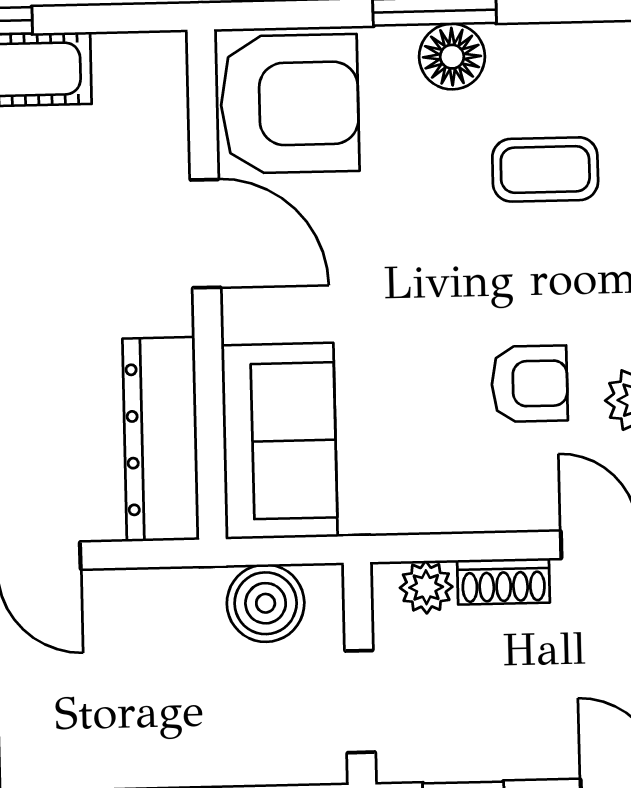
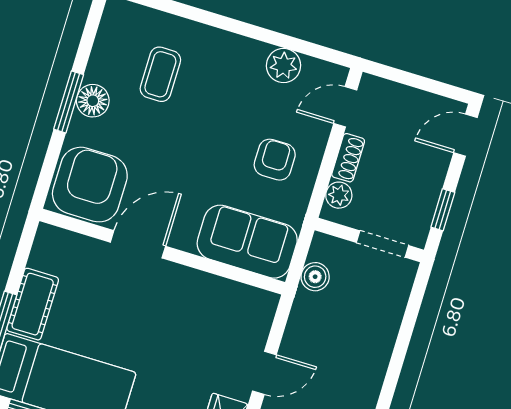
armchair: (530, 384) -> (275, 160), moved
dresser: (161, 439) -> (228, 297), removed
boiler: (266, 603) -> (315, 277), width x0.73, depth x0.73

